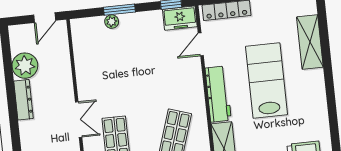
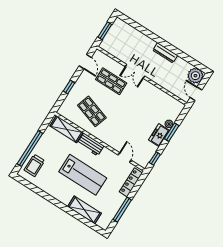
freezer: (180, 18) -> (159, 135), moved
plant: (25, 66) -> (195, 76), moved
workbench: (218, 94) -> (91, 144), width x0.73

